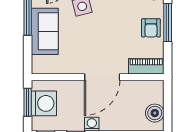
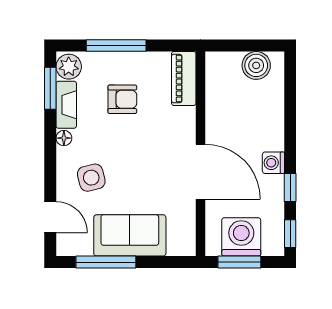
armchair: (151, 28) -> (122, 99), moved
door: (102, 77) -> (200, 172), moved

